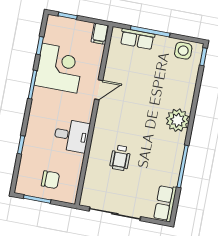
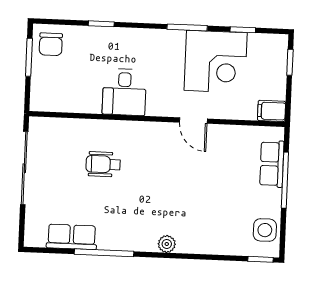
plant: (178, 120) -> (167, 244), width x0.53, depth x0.53
chair: (50, 180) -> (51, 44), moved
row of seats: (165, 203) -> (72, 237), moved

